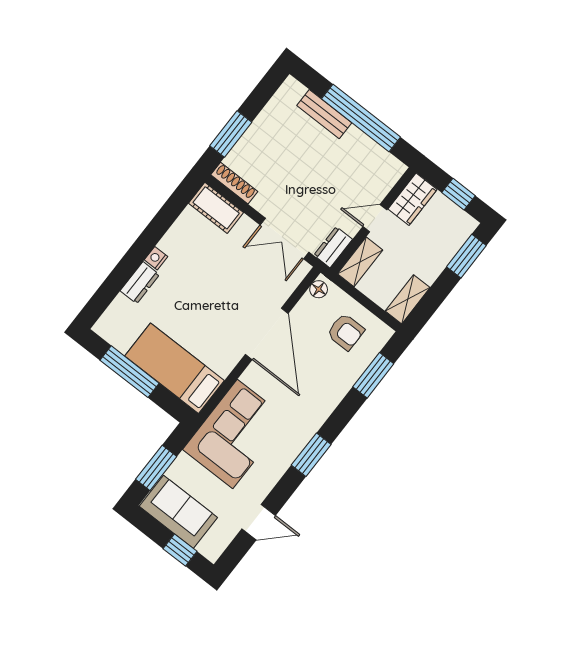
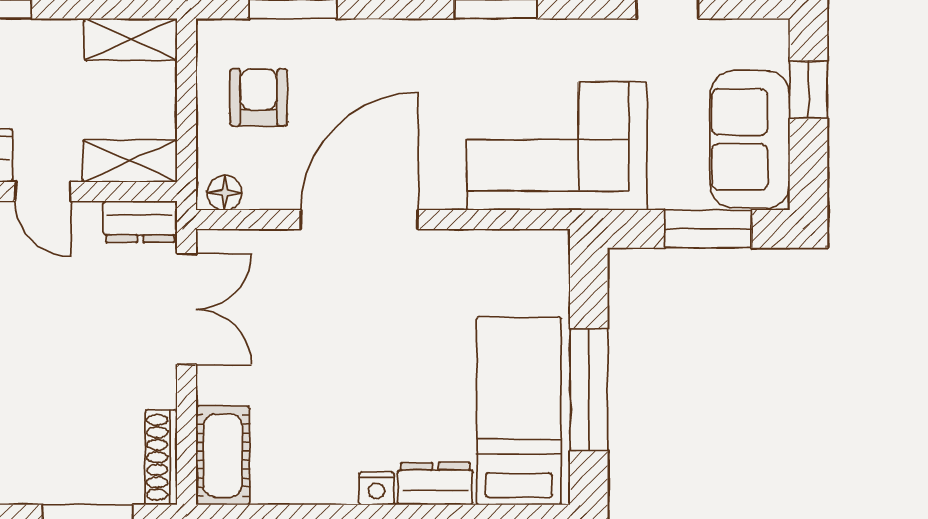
bed: (175, 368) -> (519, 411), moved, turned 180

